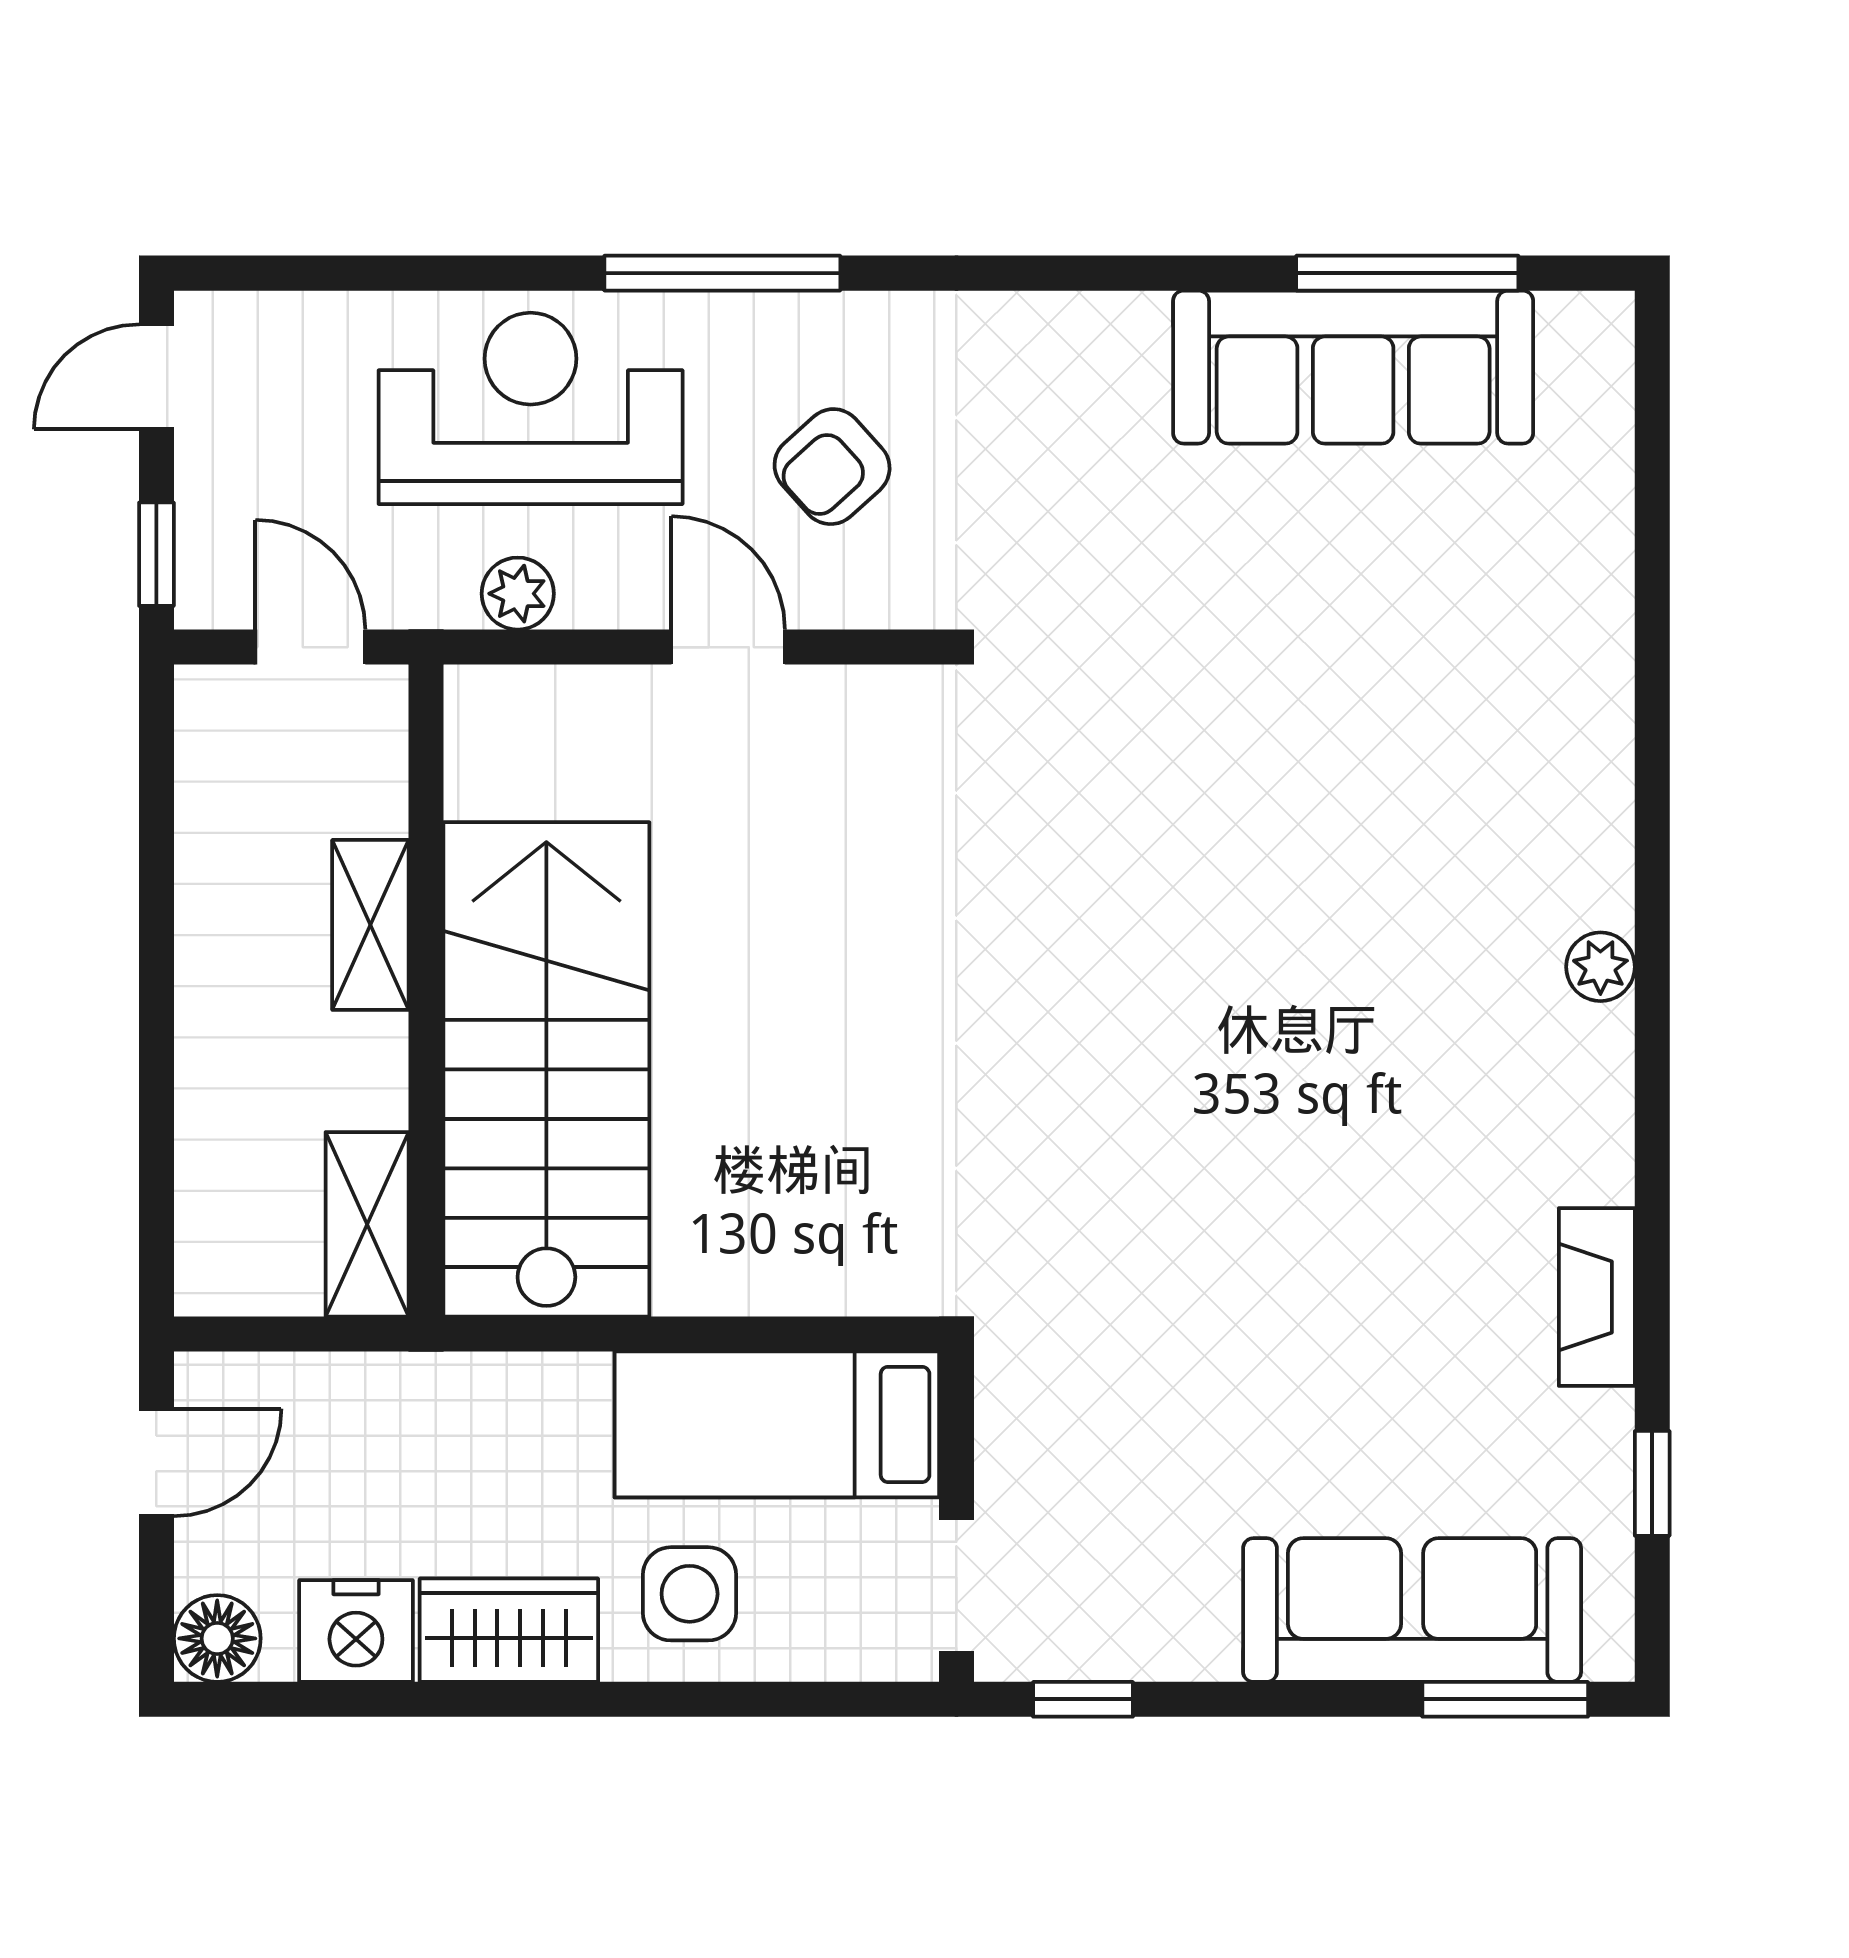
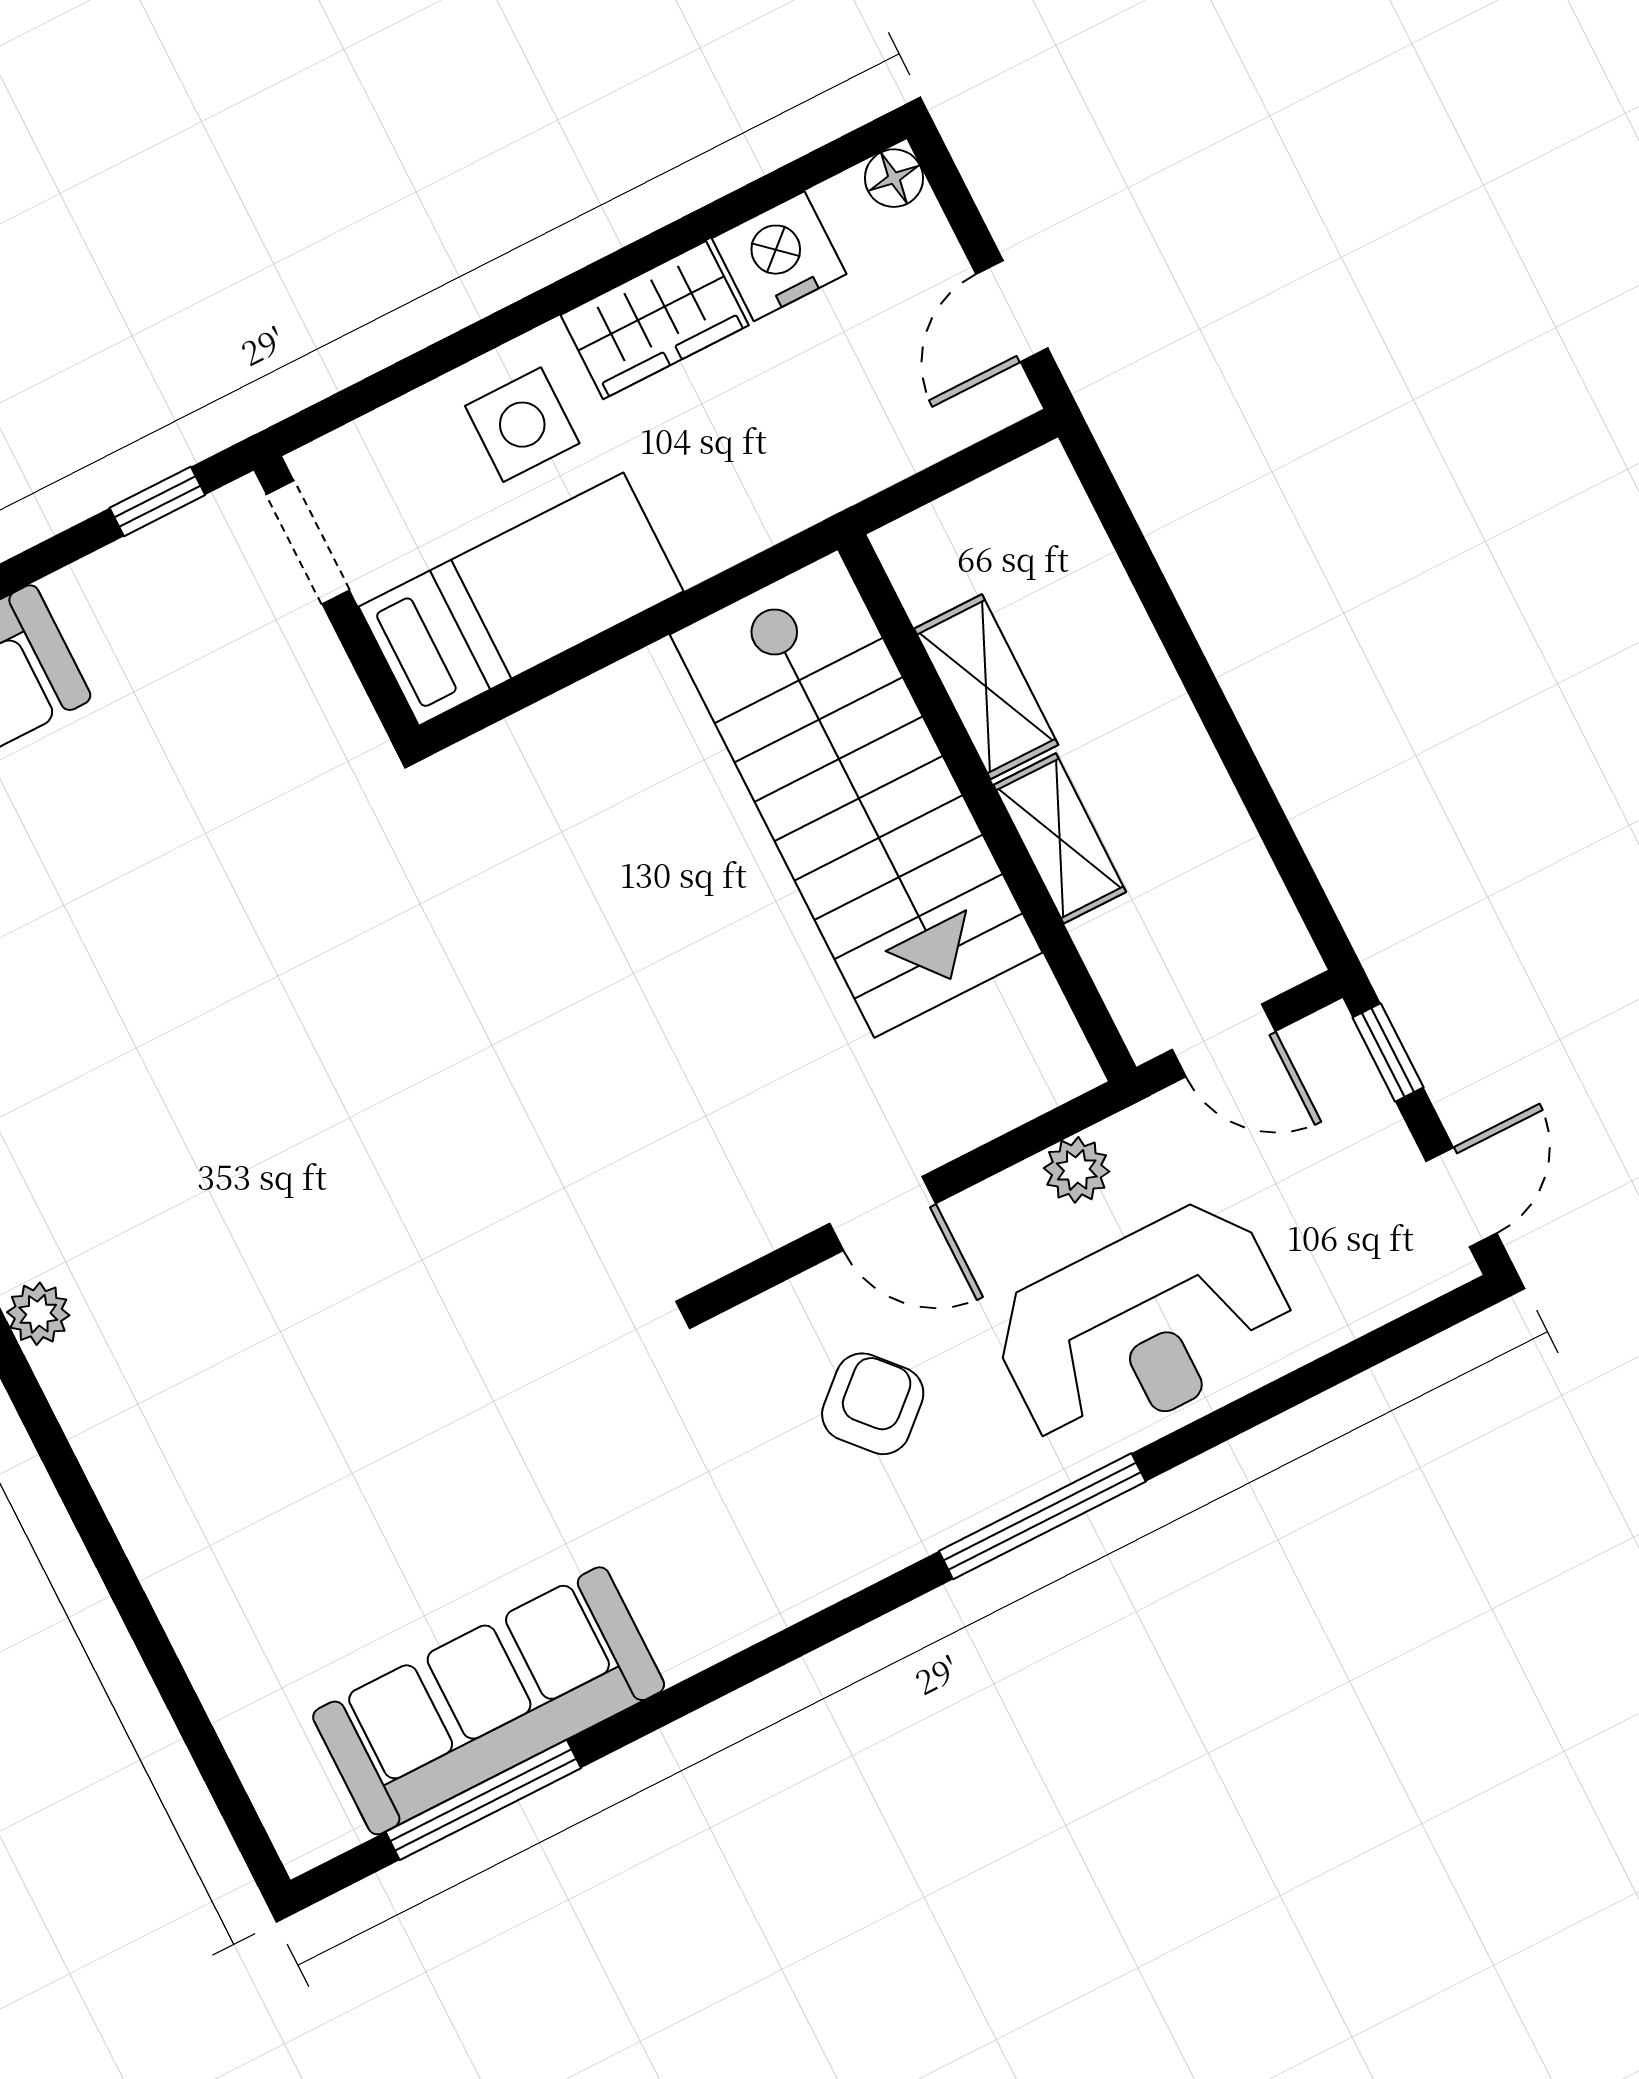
shelving: (367, 1224) -> (986, 687), moved
floor lamp: (217, 1638) -> (894, 178), width x0.73, depth x0.73

